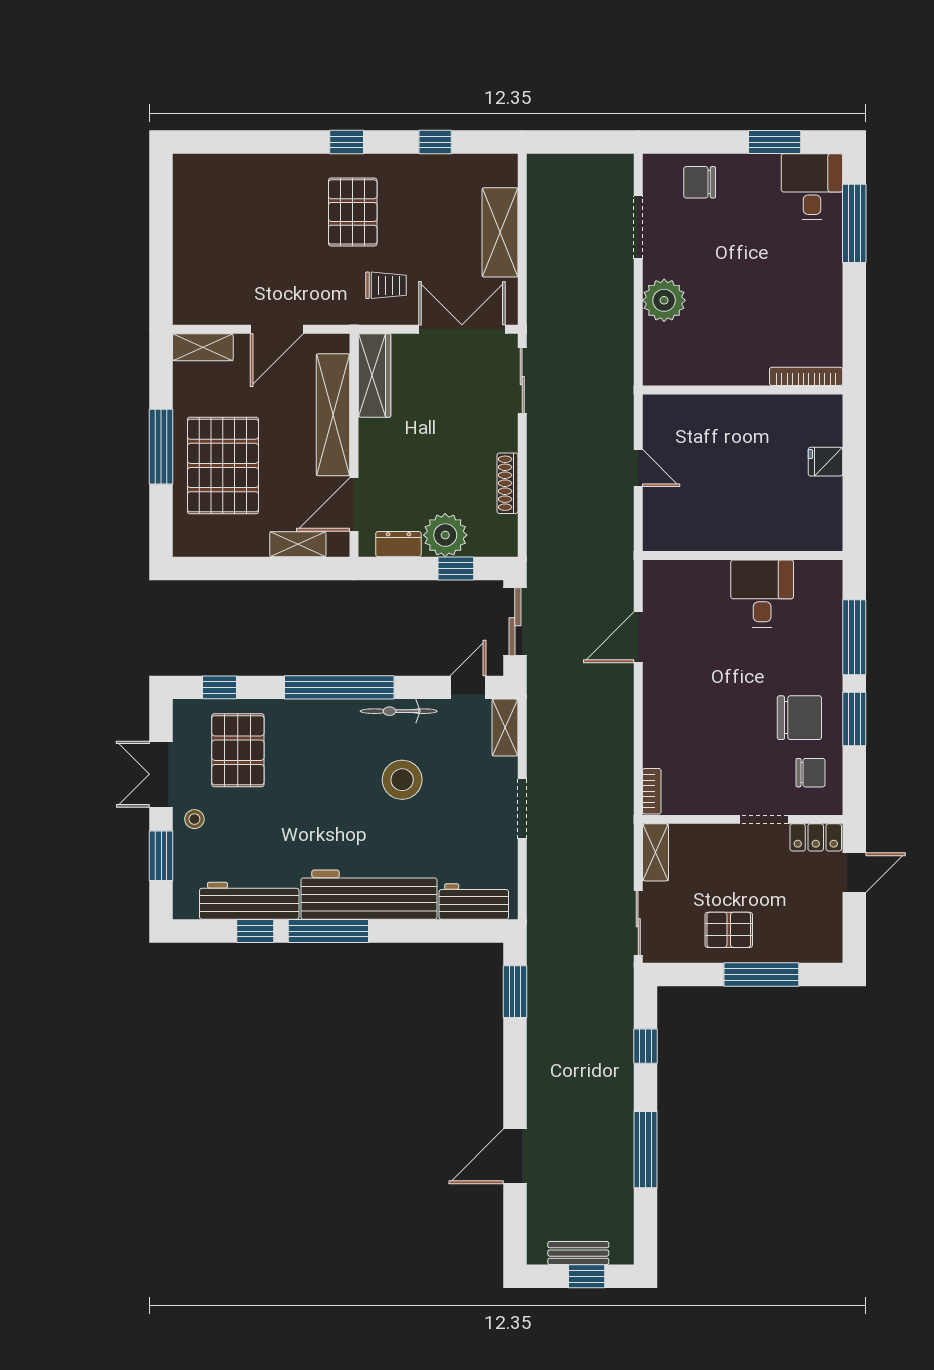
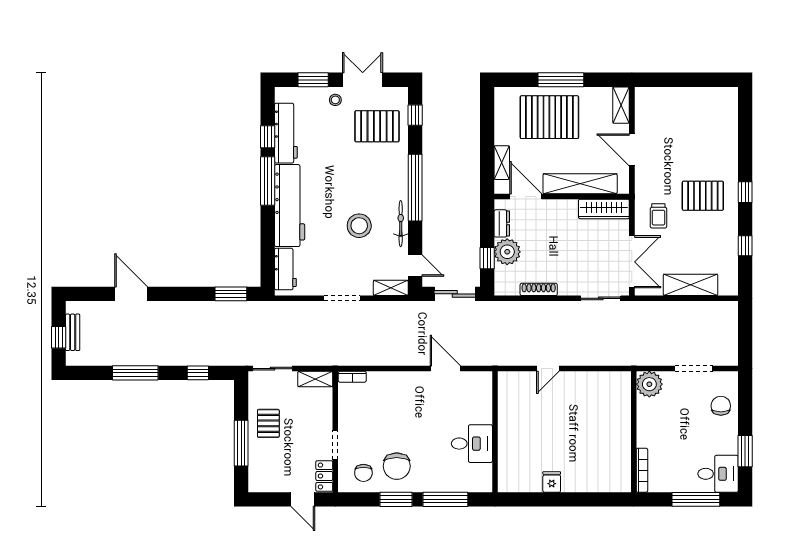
bookcase: (806, 376) -> (642, 470), moved
wall: (743, 390) -> (634, 432), moved

